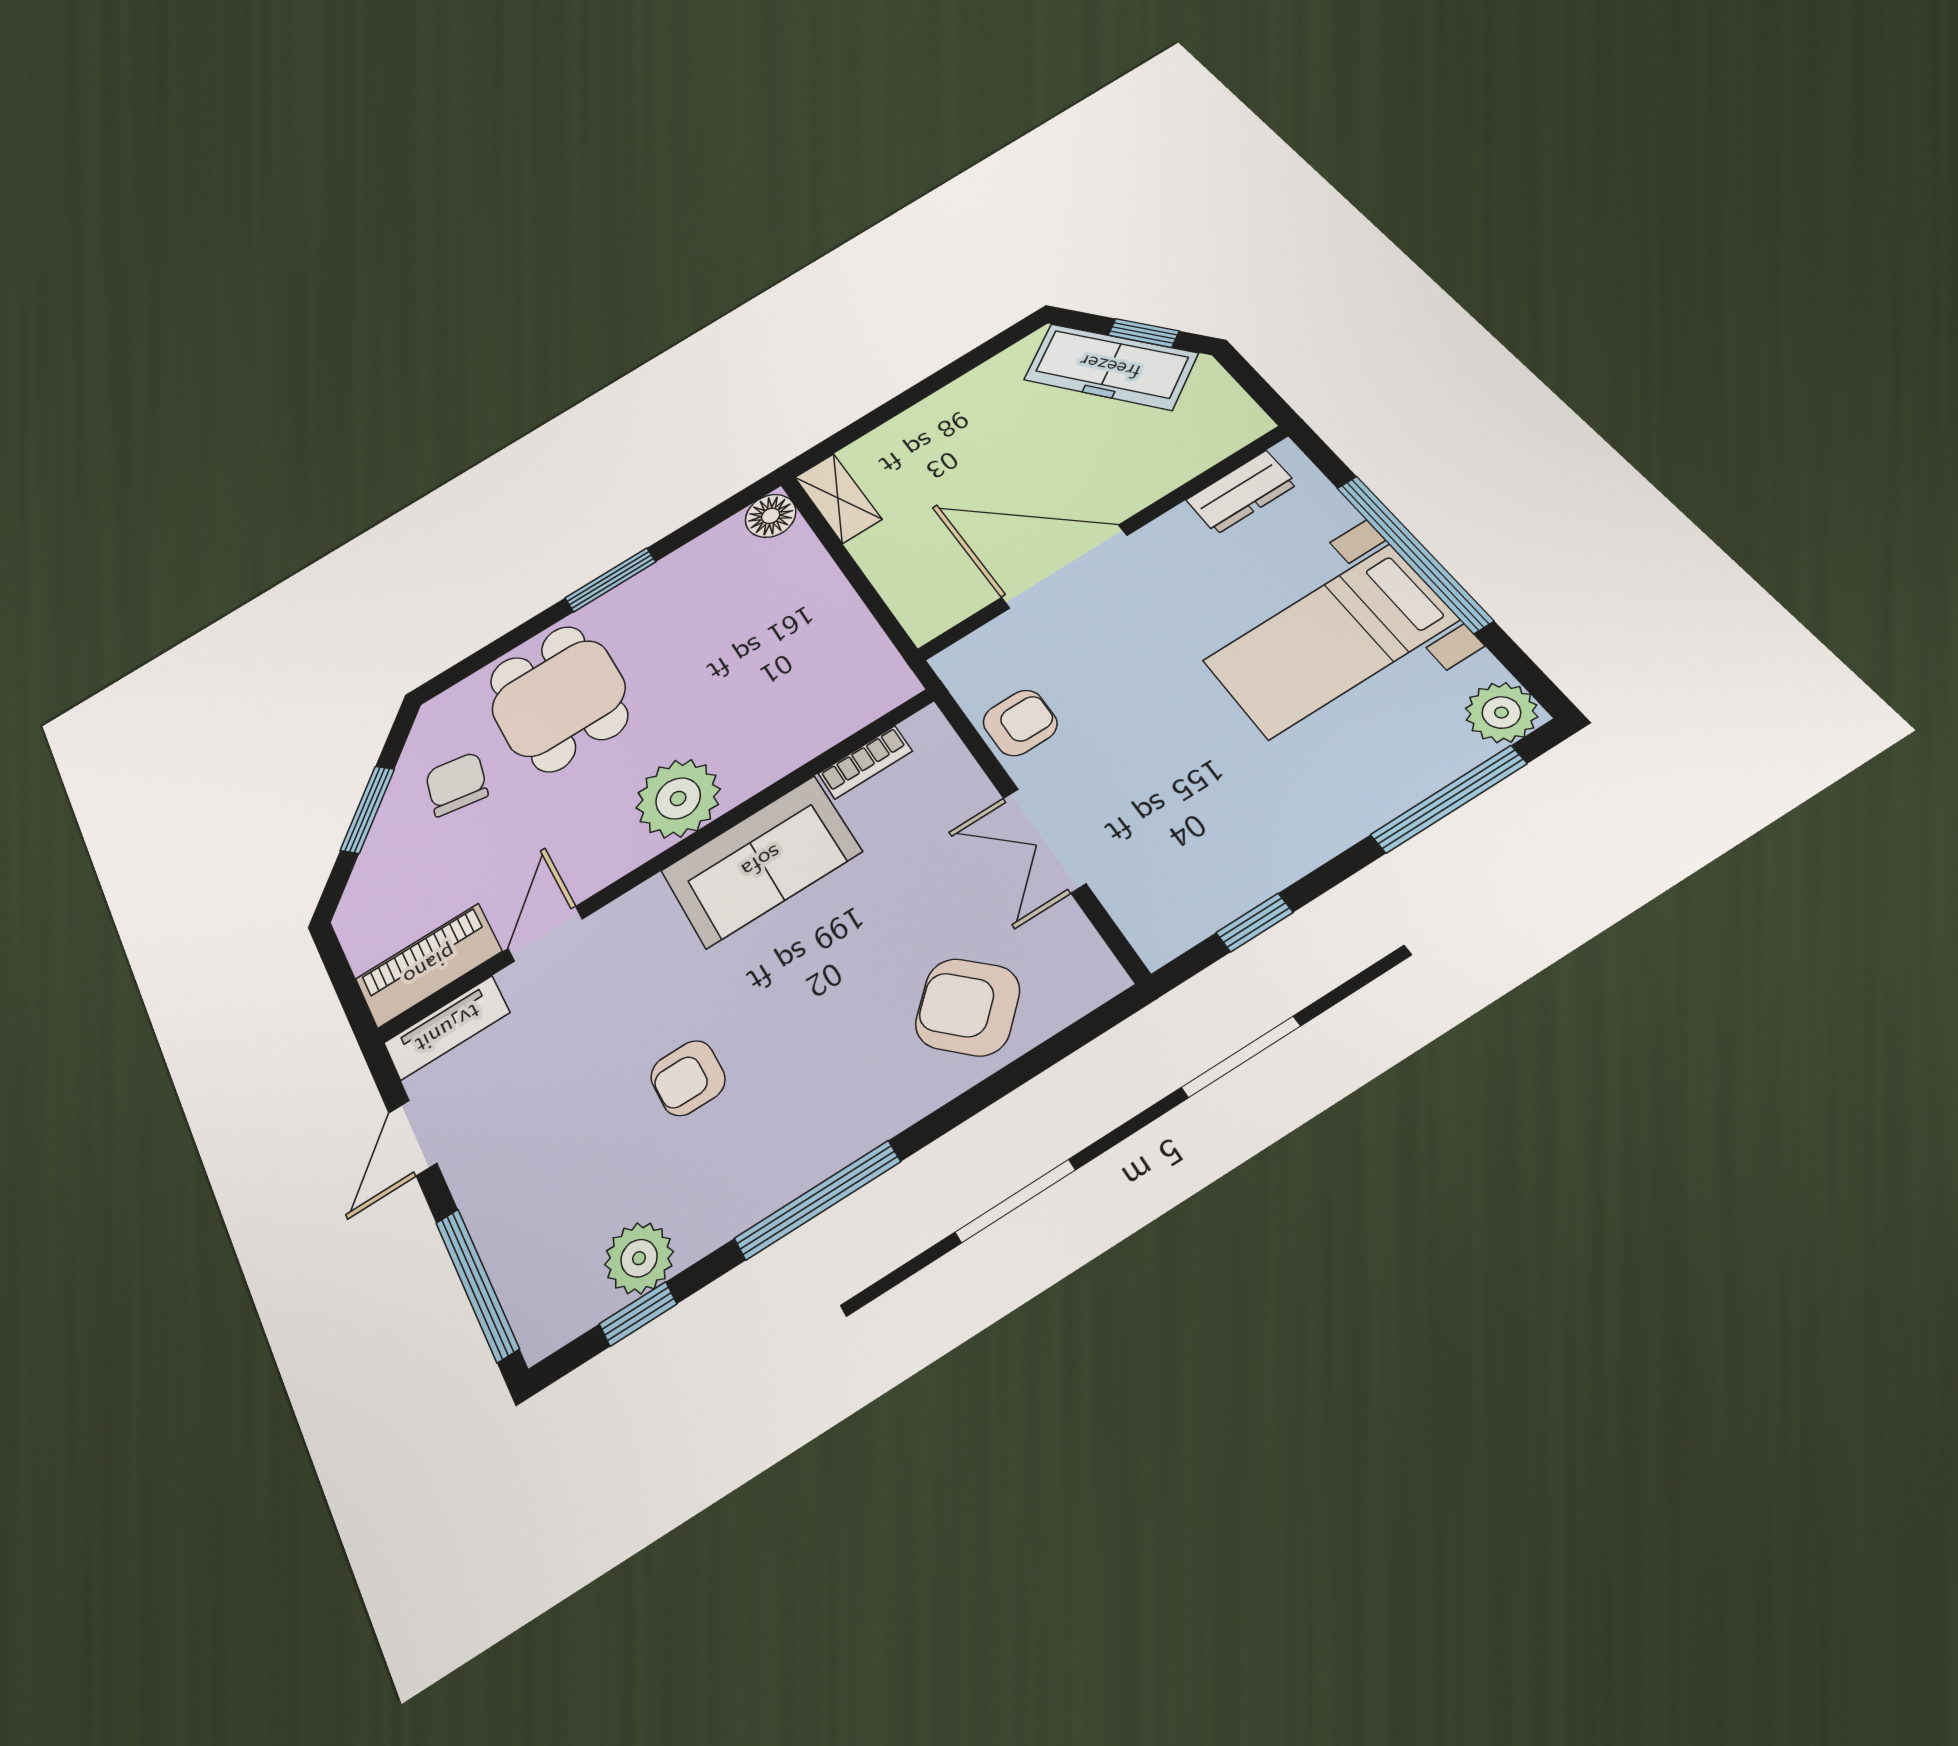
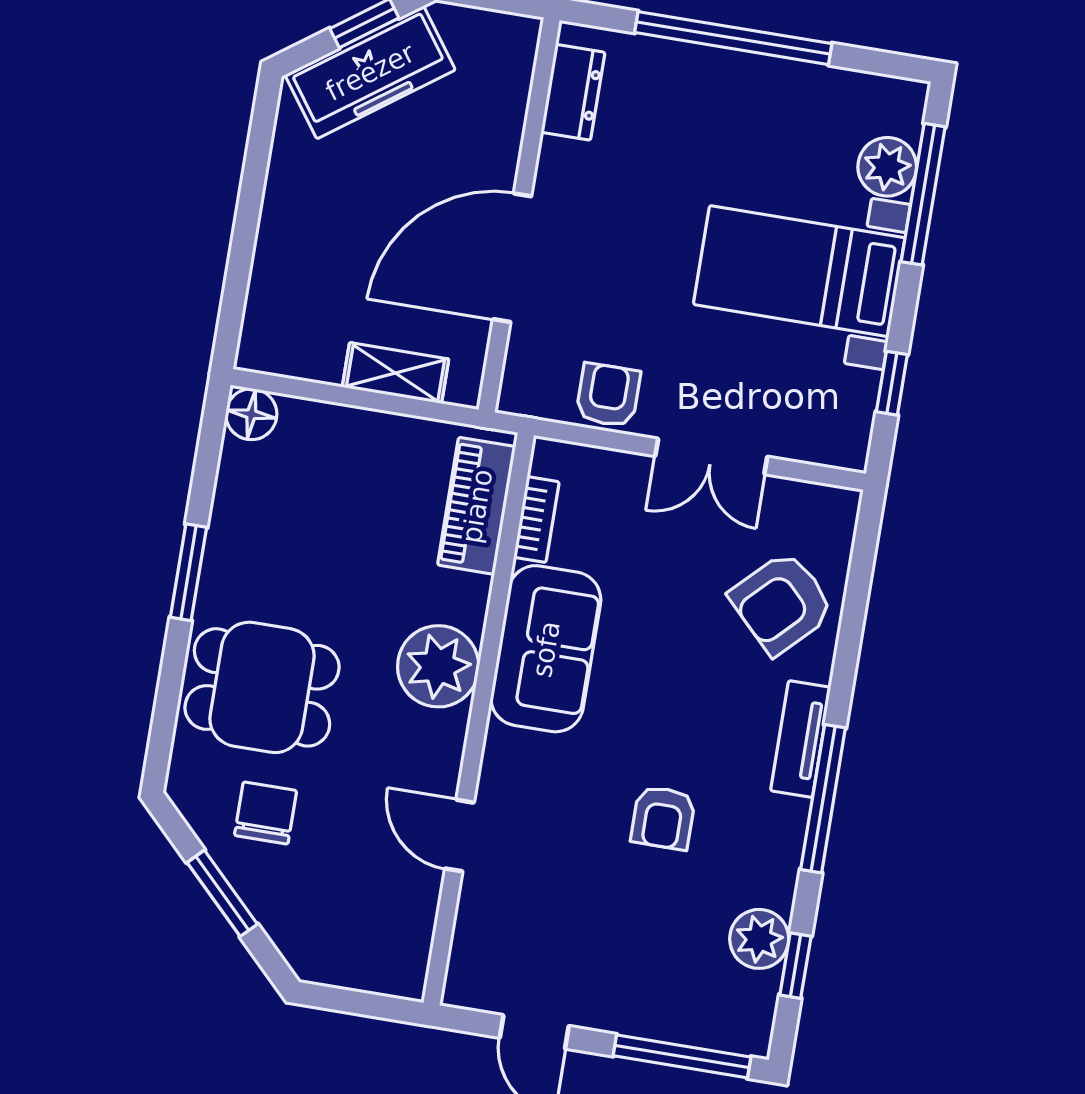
shelving: (838, 498) -> (395, 373), moved
bed with nightstands: (1330, 640) -> (799, 271), moved, turned 90
plant: (1501, 713) -> (887, 167), moved
chair: (457, 784) -> (266, 813), turned 79
piano: (429, 965) -> (477, 506), moved
tv unit: (447, 1028) -> (801, 739), moved, turned 180

